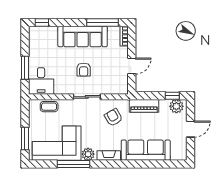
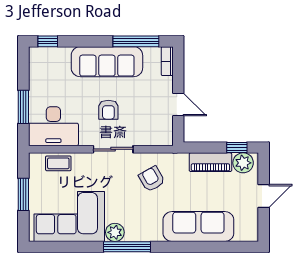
door: (132, 66) -> (178, 105), hinge flipped
desk: (41, 81) -> (53, 126), width x1.37
piano: (144, 106) -> (210, 162), moved
window: (25, 138) -> (23, 194), moved
fireplace: (109, 156) -> (145, 234), removed
window: (74, 164) -> (127, 247), moved

